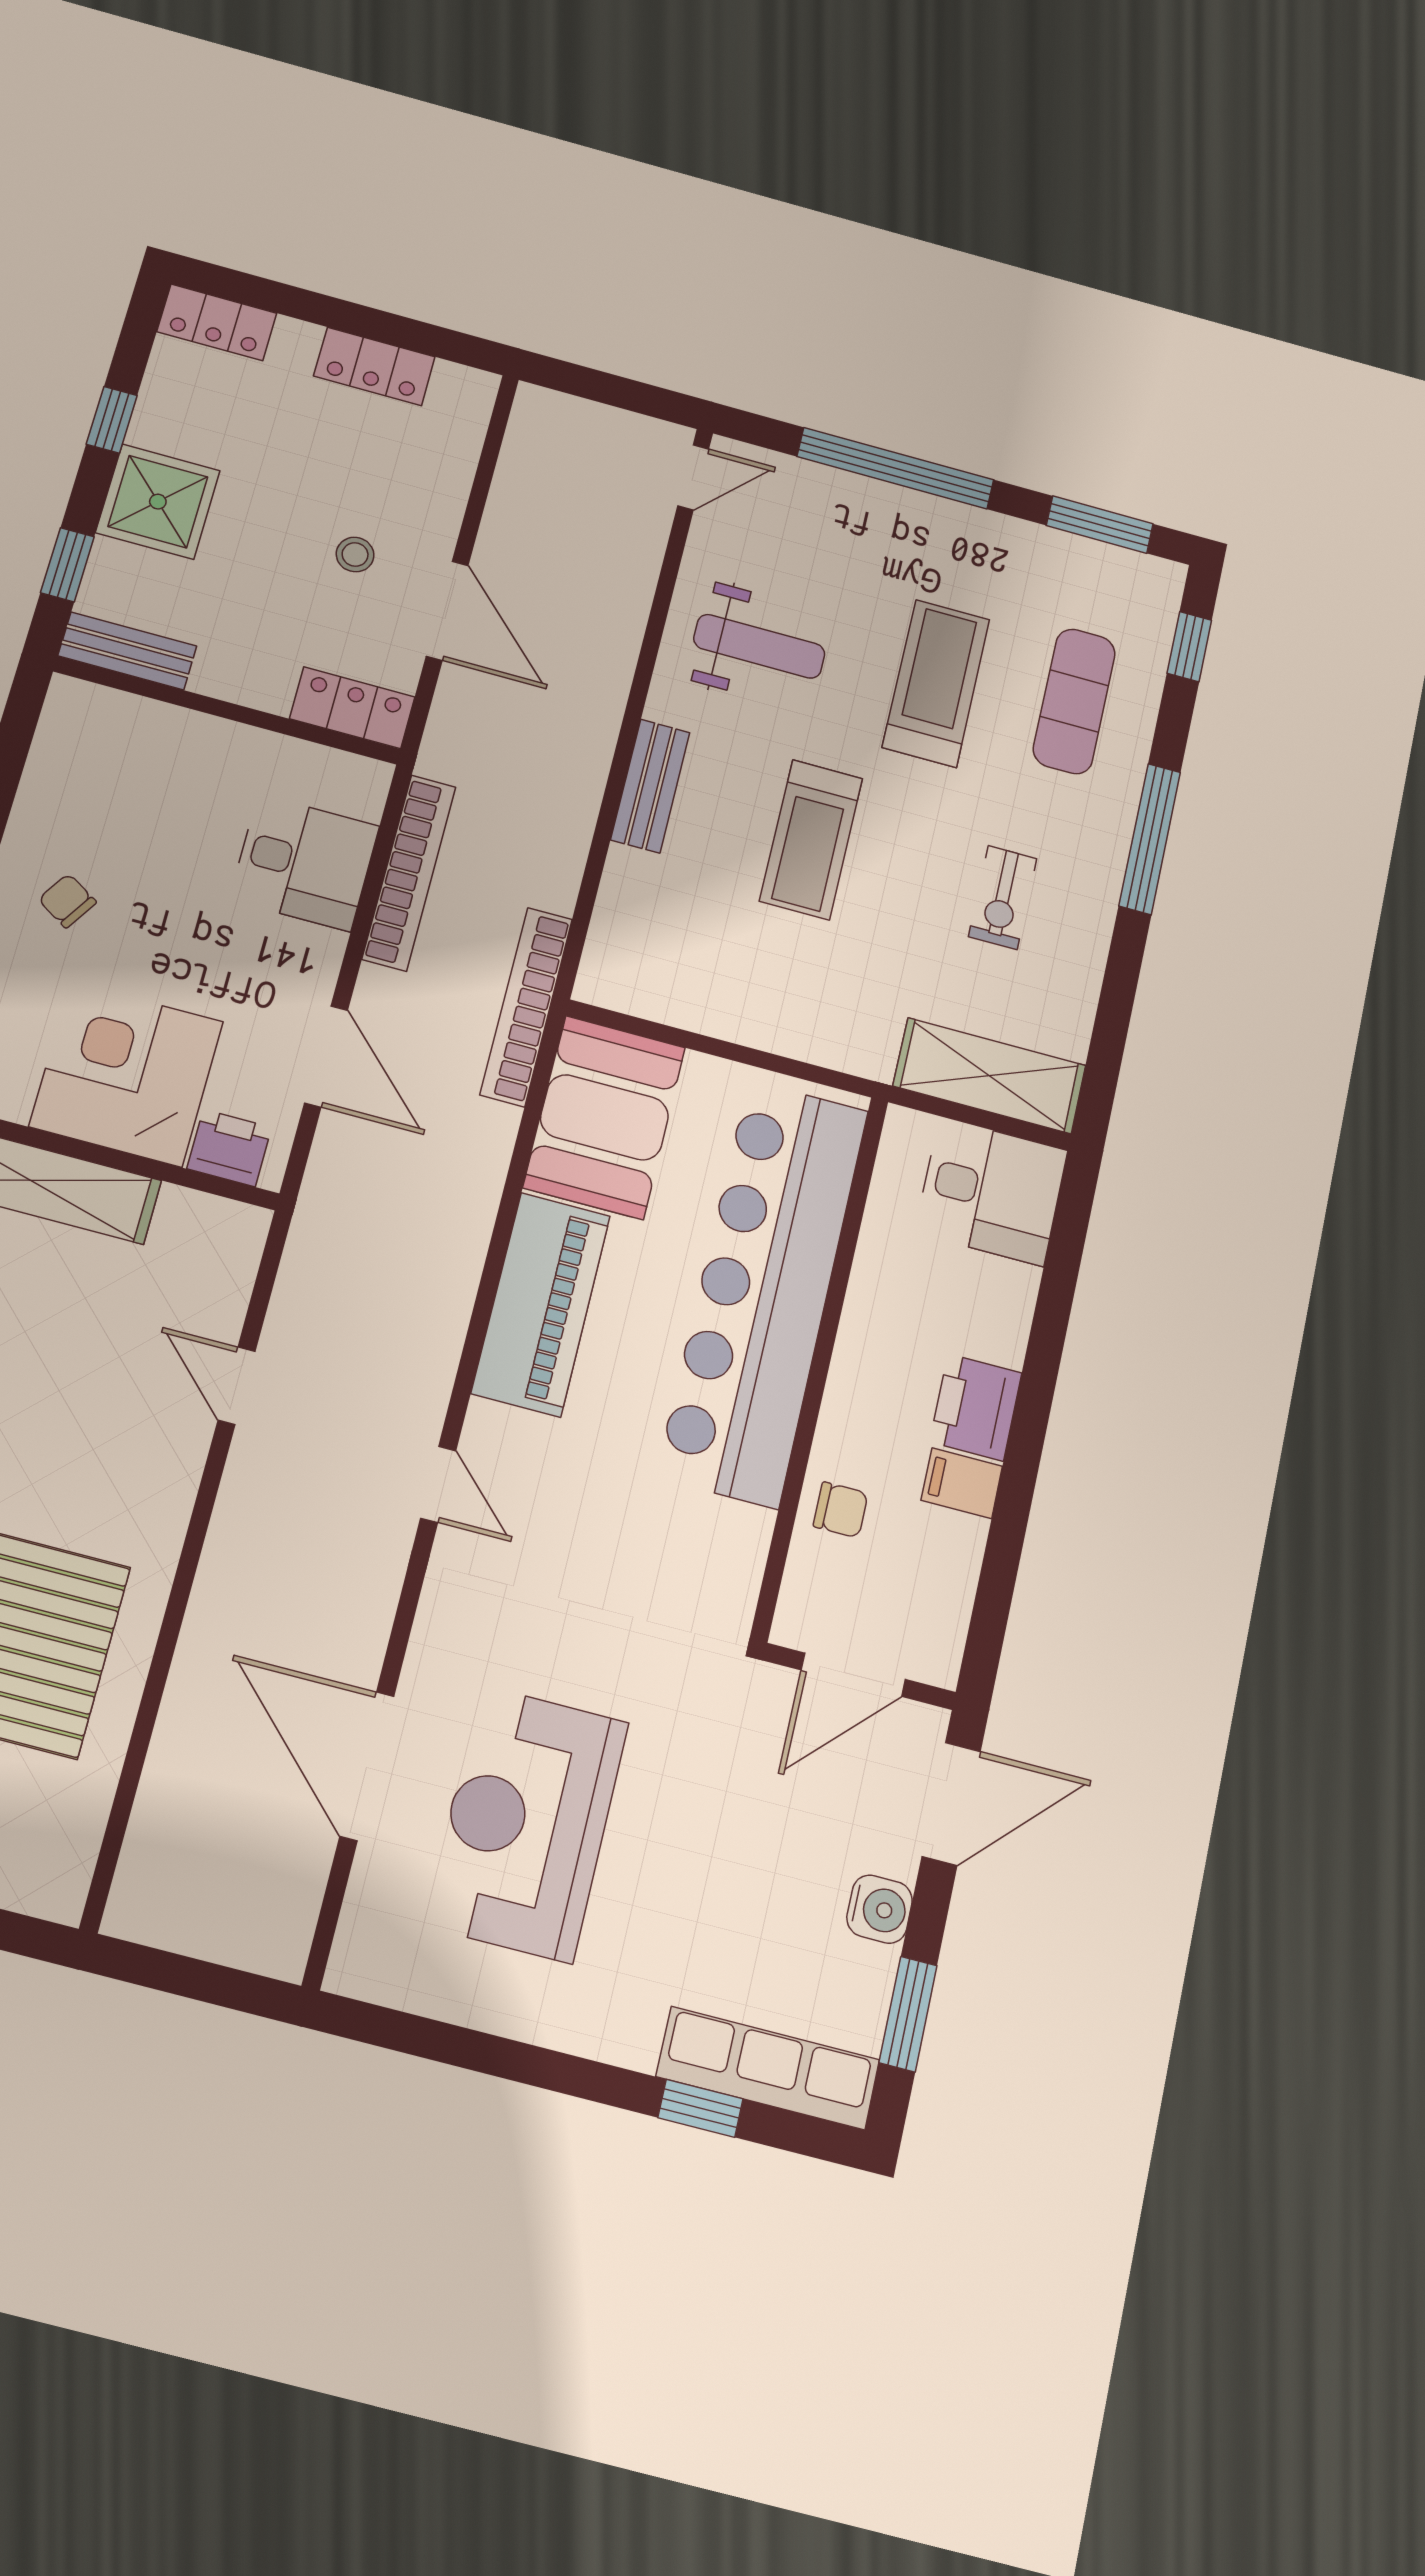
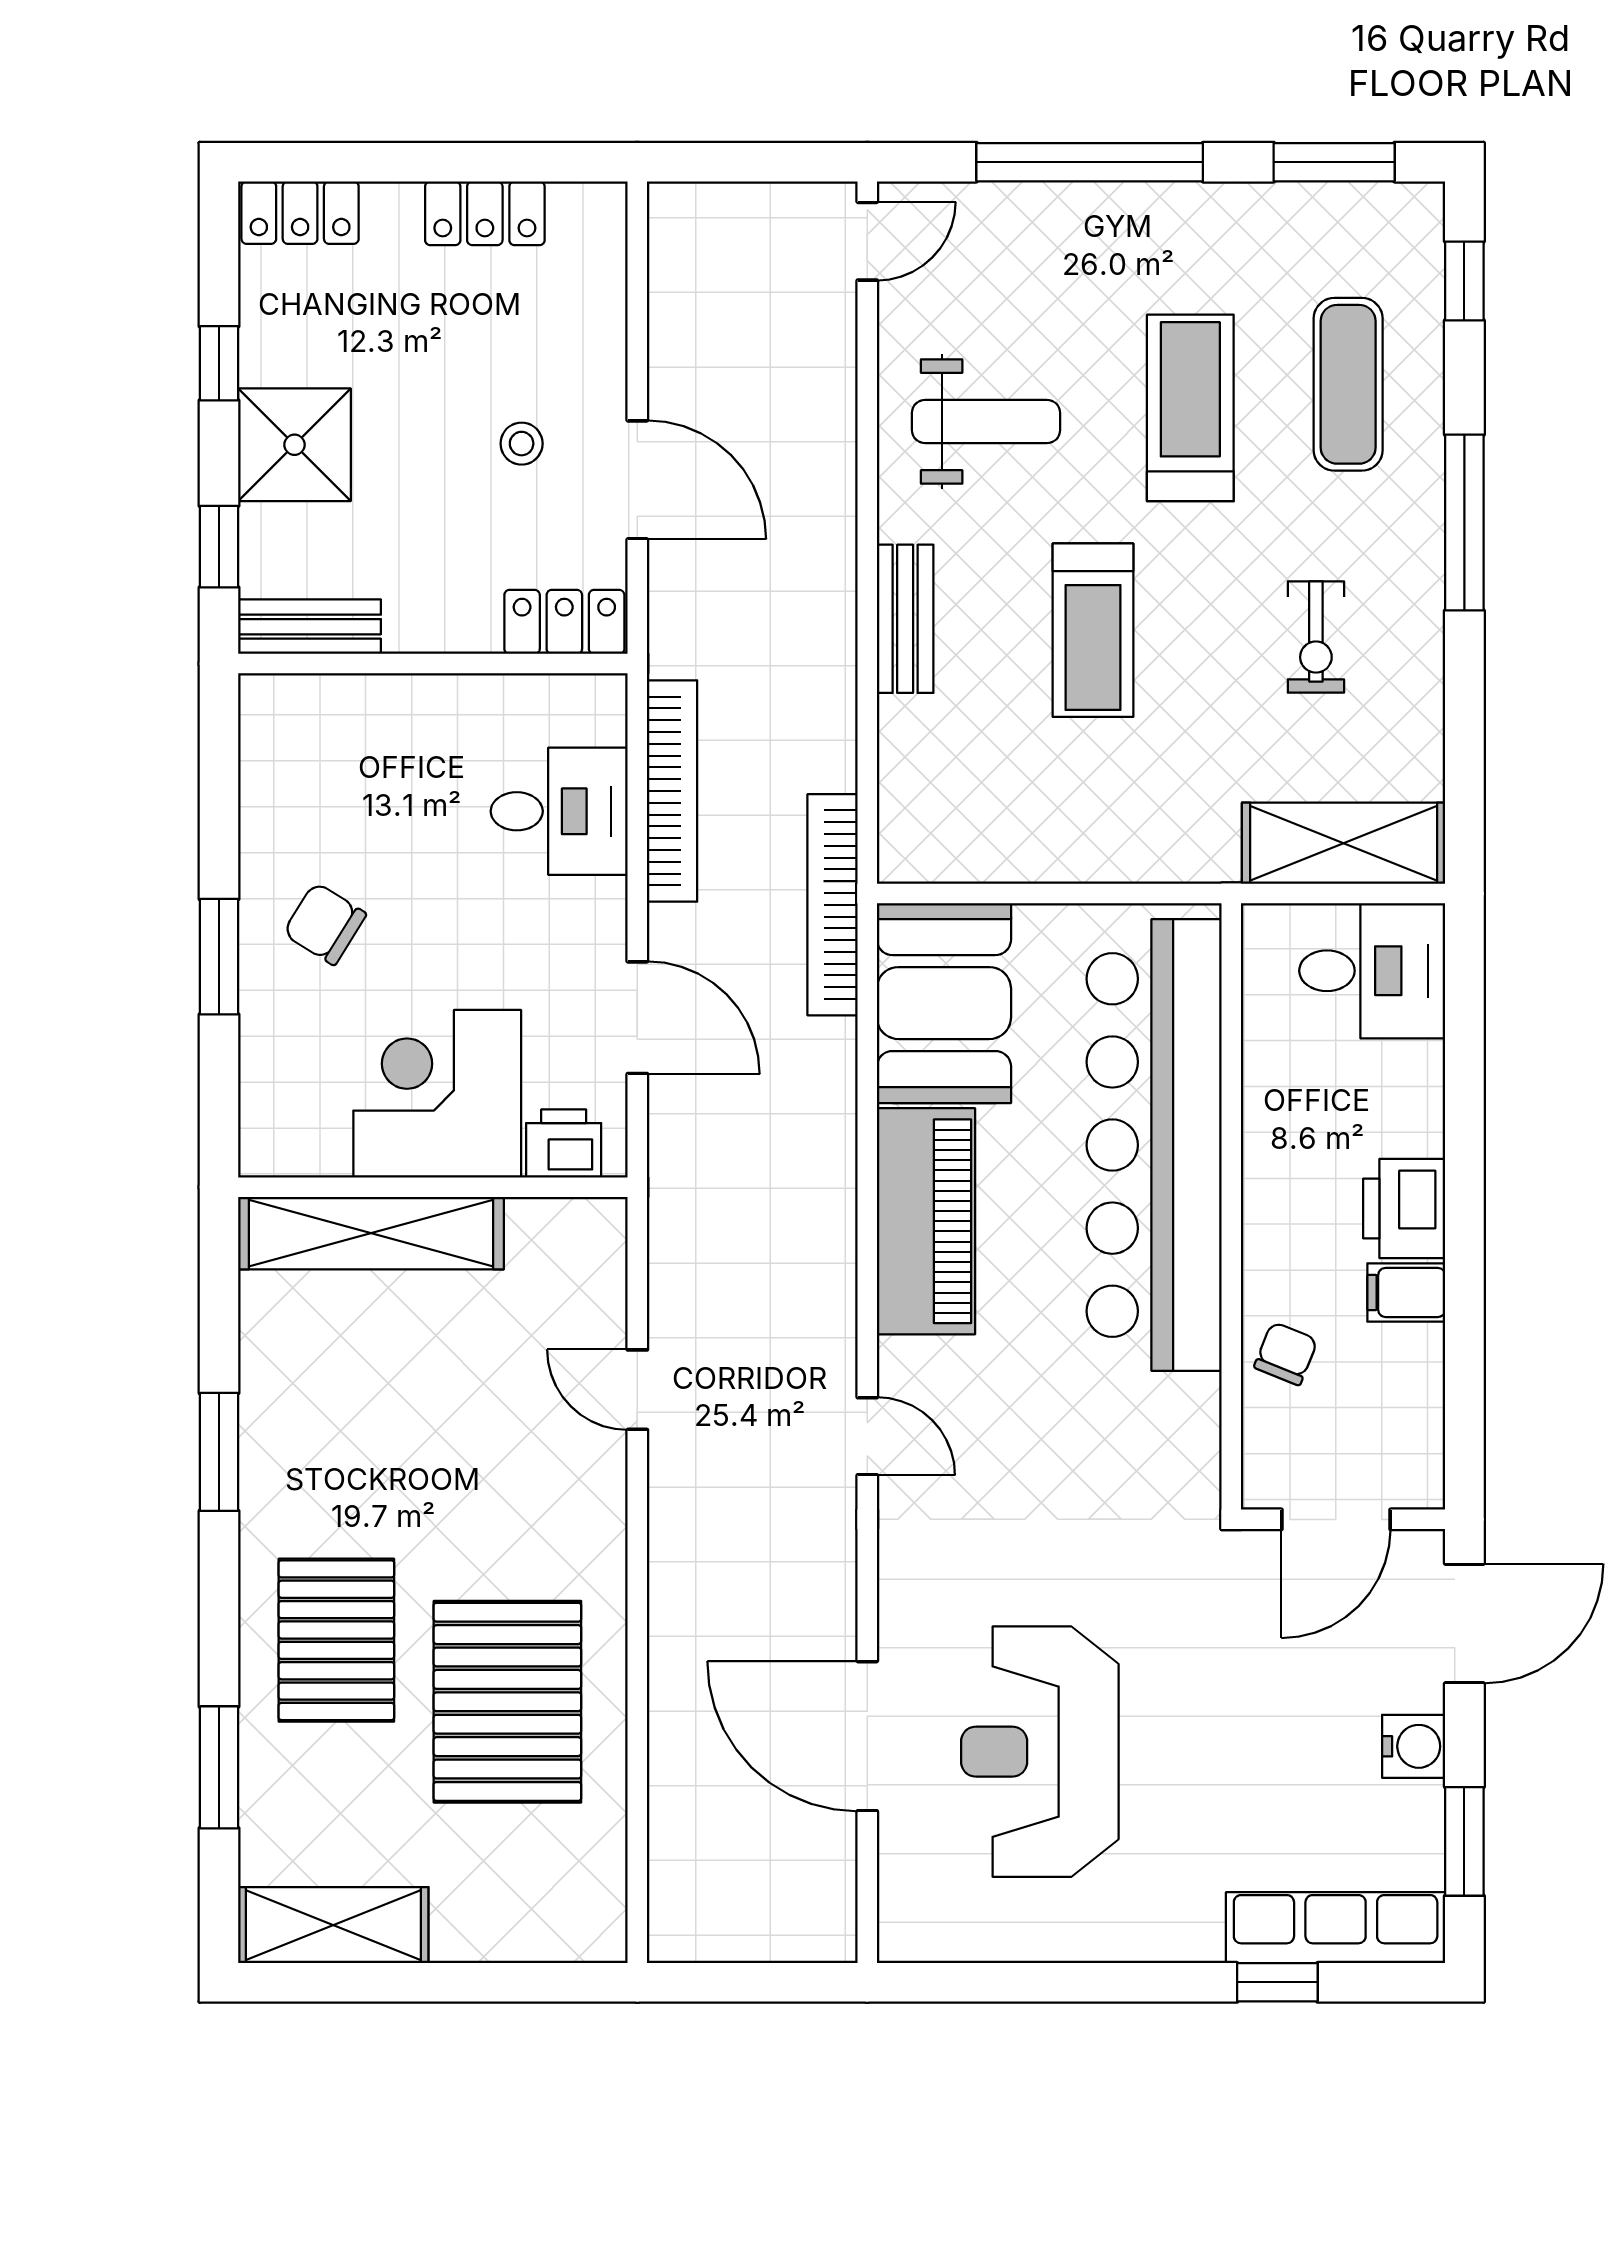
chair: (67, 901) -> (325, 924), width x1.37, depth x1.37
chair: (841, 1510) -> (1286, 1354), turned -68

